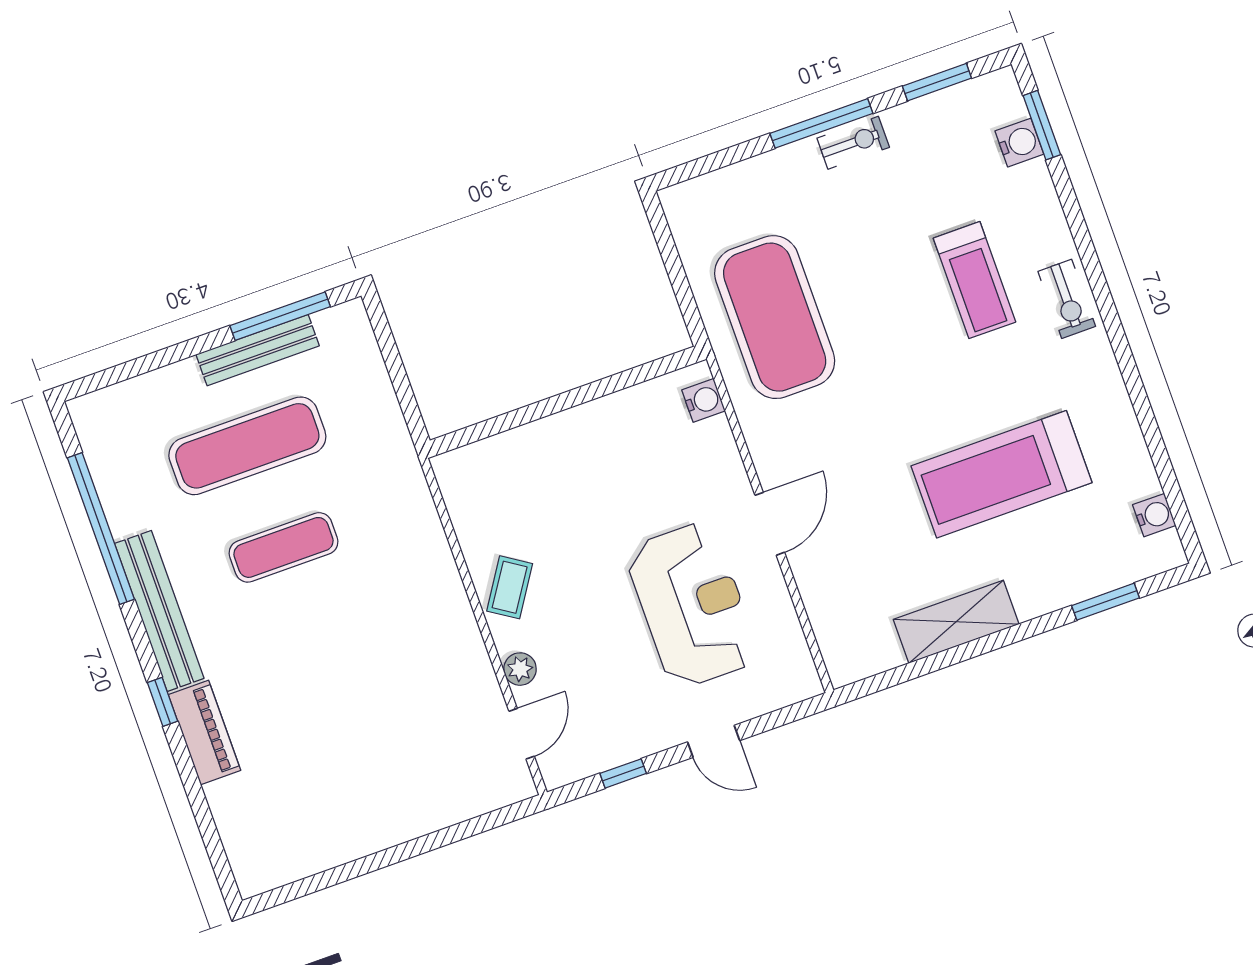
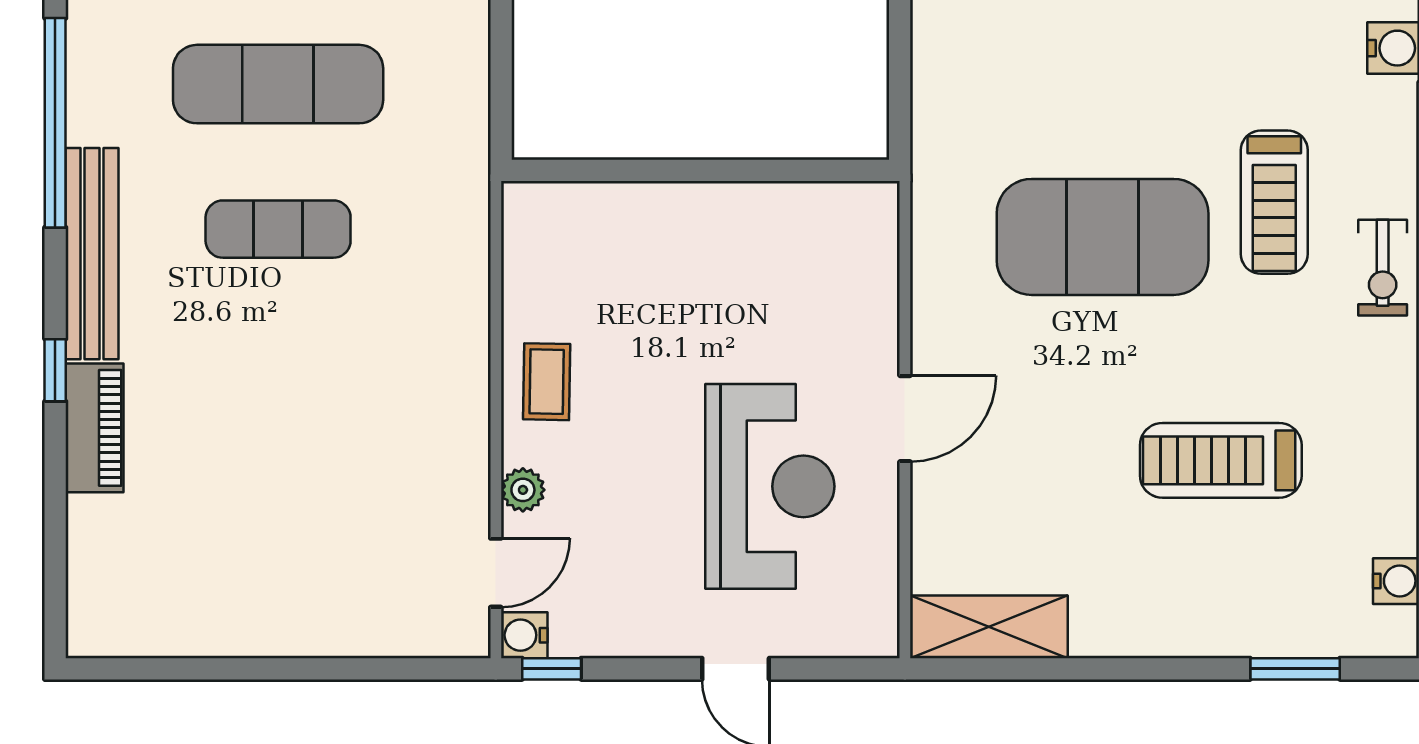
exercise mat: (775, 317) -> (1103, 237), moved, turned 90
water cooler: (703, 400) -> (524, 635), moved, turned 180
treadmill: (1001, 474) -> (1221, 460), width x0.73, depth x0.73
coffee table: (510, 587) -> (547, 382), turned -32
shelving: (956, 622) -> (989, 627), moved
window: (623, 773) -> (552, 669), moved

